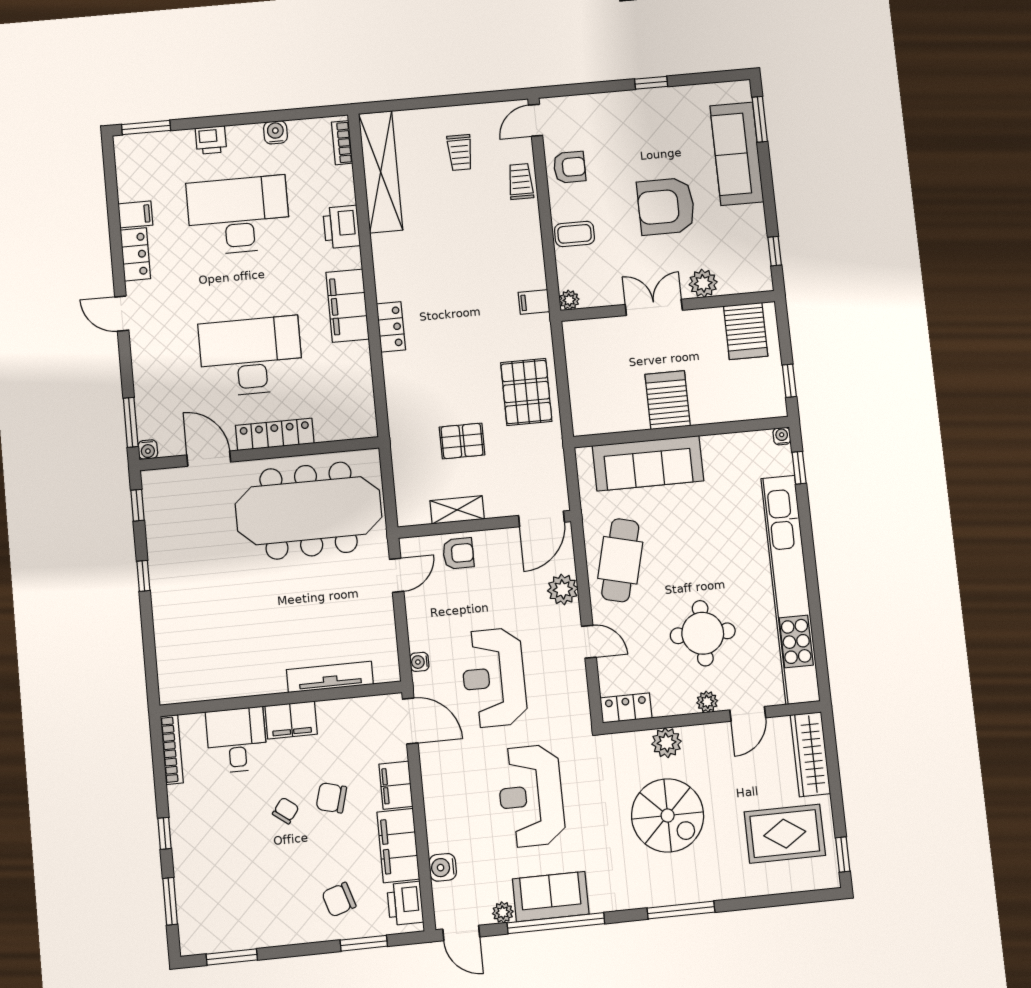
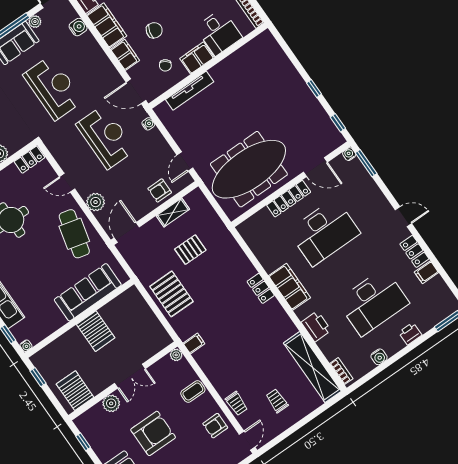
chair: (286, 811) -> (165, 65), moved

